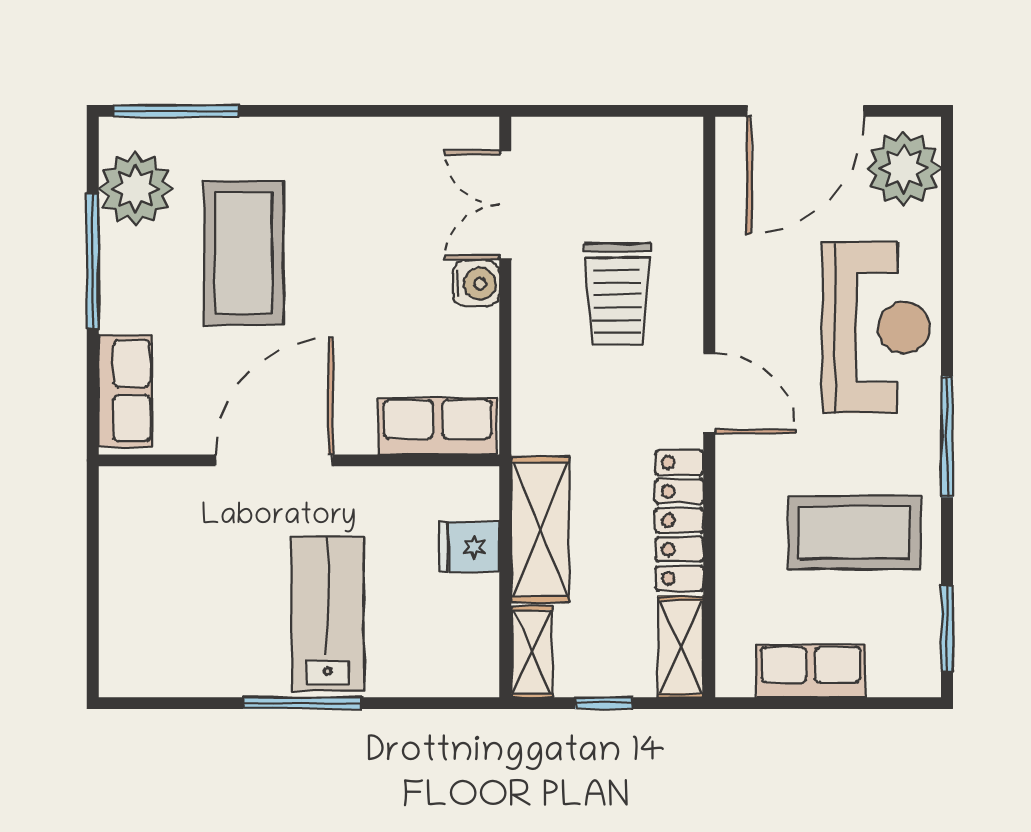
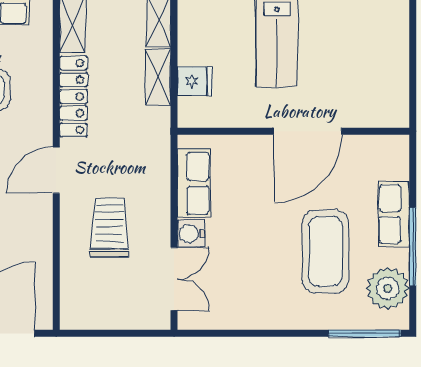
row of seats: (125, 391) -> (394, 214), moved
door: (709, 393) -> (56, 170), hinge flipped
row of seats: (437, 426) -> (194, 183), moved, turned -90
shelving: (540, 530) -> (158, 77), width x0.67, depth x0.75

